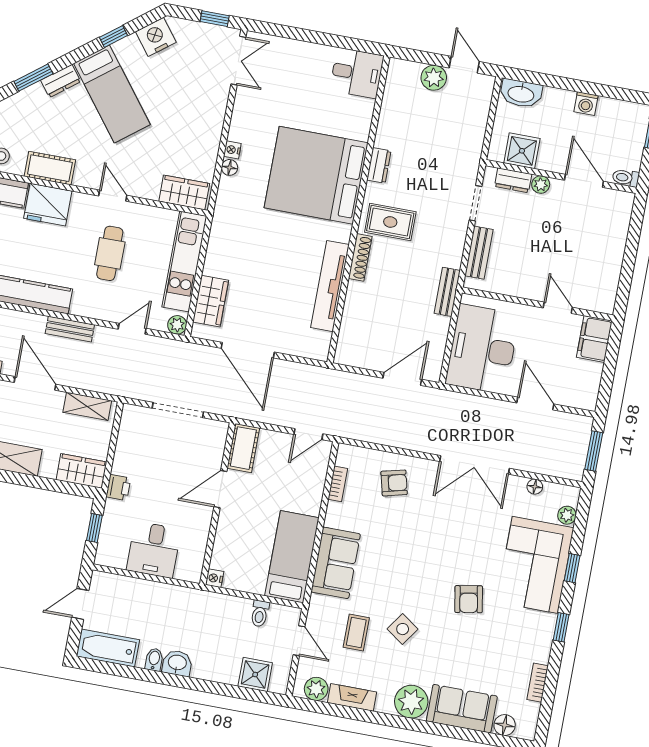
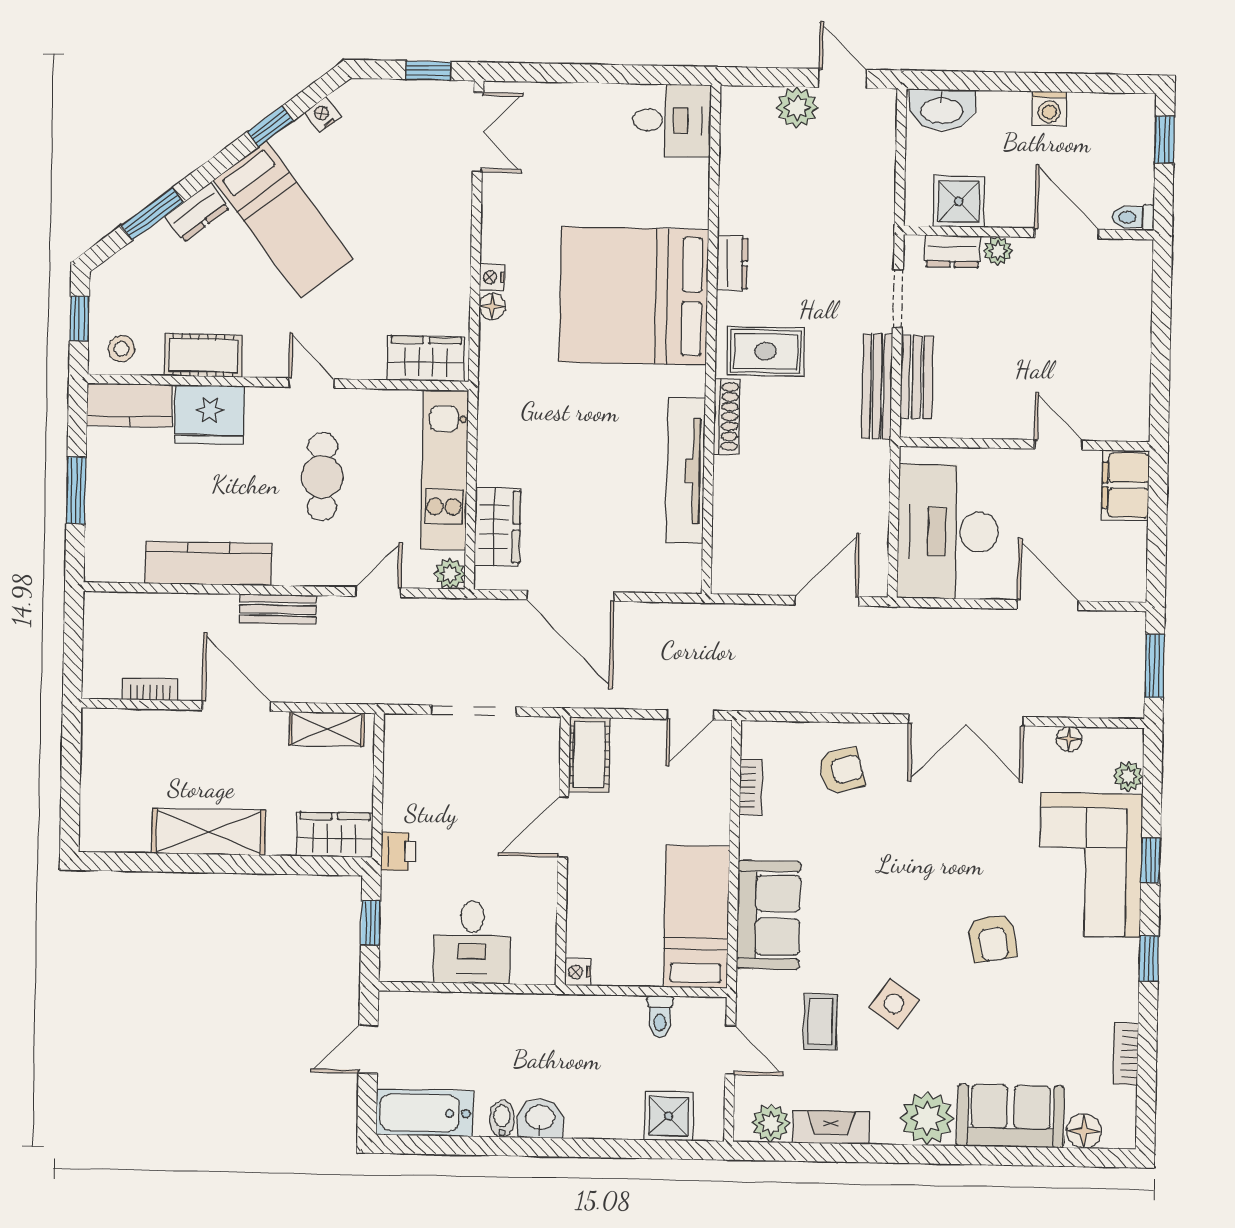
nightstand: (156, 37) -> (323, 115), width x0.53, depth x0.56
bench: (447, 292) -> (877, 387), moved, width x1.36

